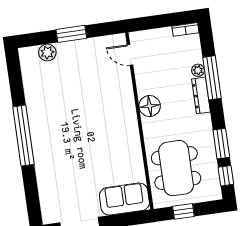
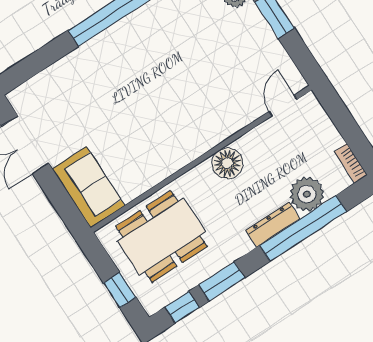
plant: (198, 70) -> (307, 194), width x1.87, depth x1.87
window: (212, 78) -> (303, 228), width x1.46
window: (183, 211) -> (120, 290), moved

